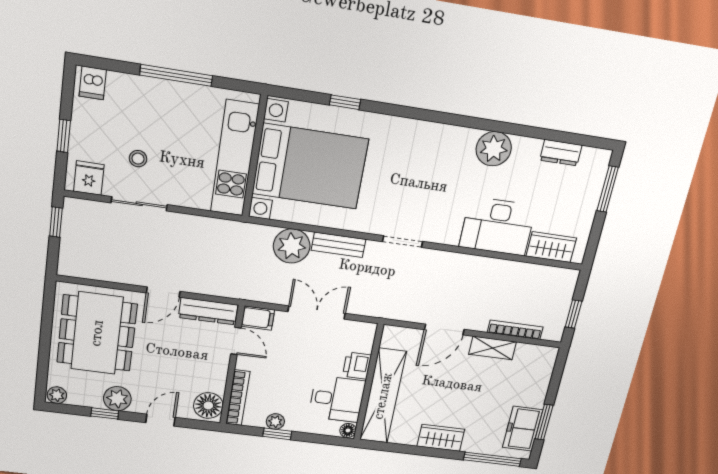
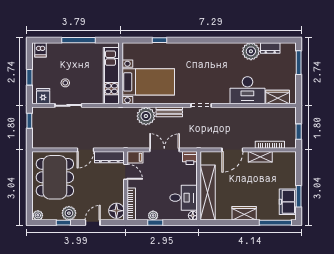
plant: (494, 149) -> (251, 51), moved
bed with nightstands: (310, 166) -> (148, 82), width x0.73
printer: (357, 366) -> (190, 158), moved, turned -90

